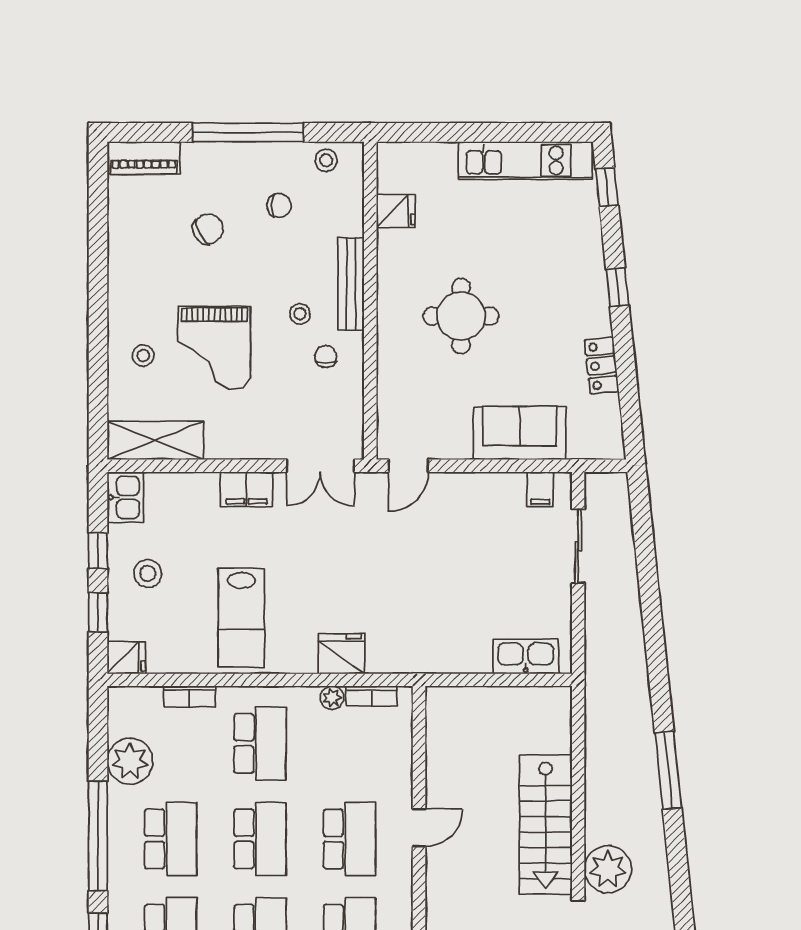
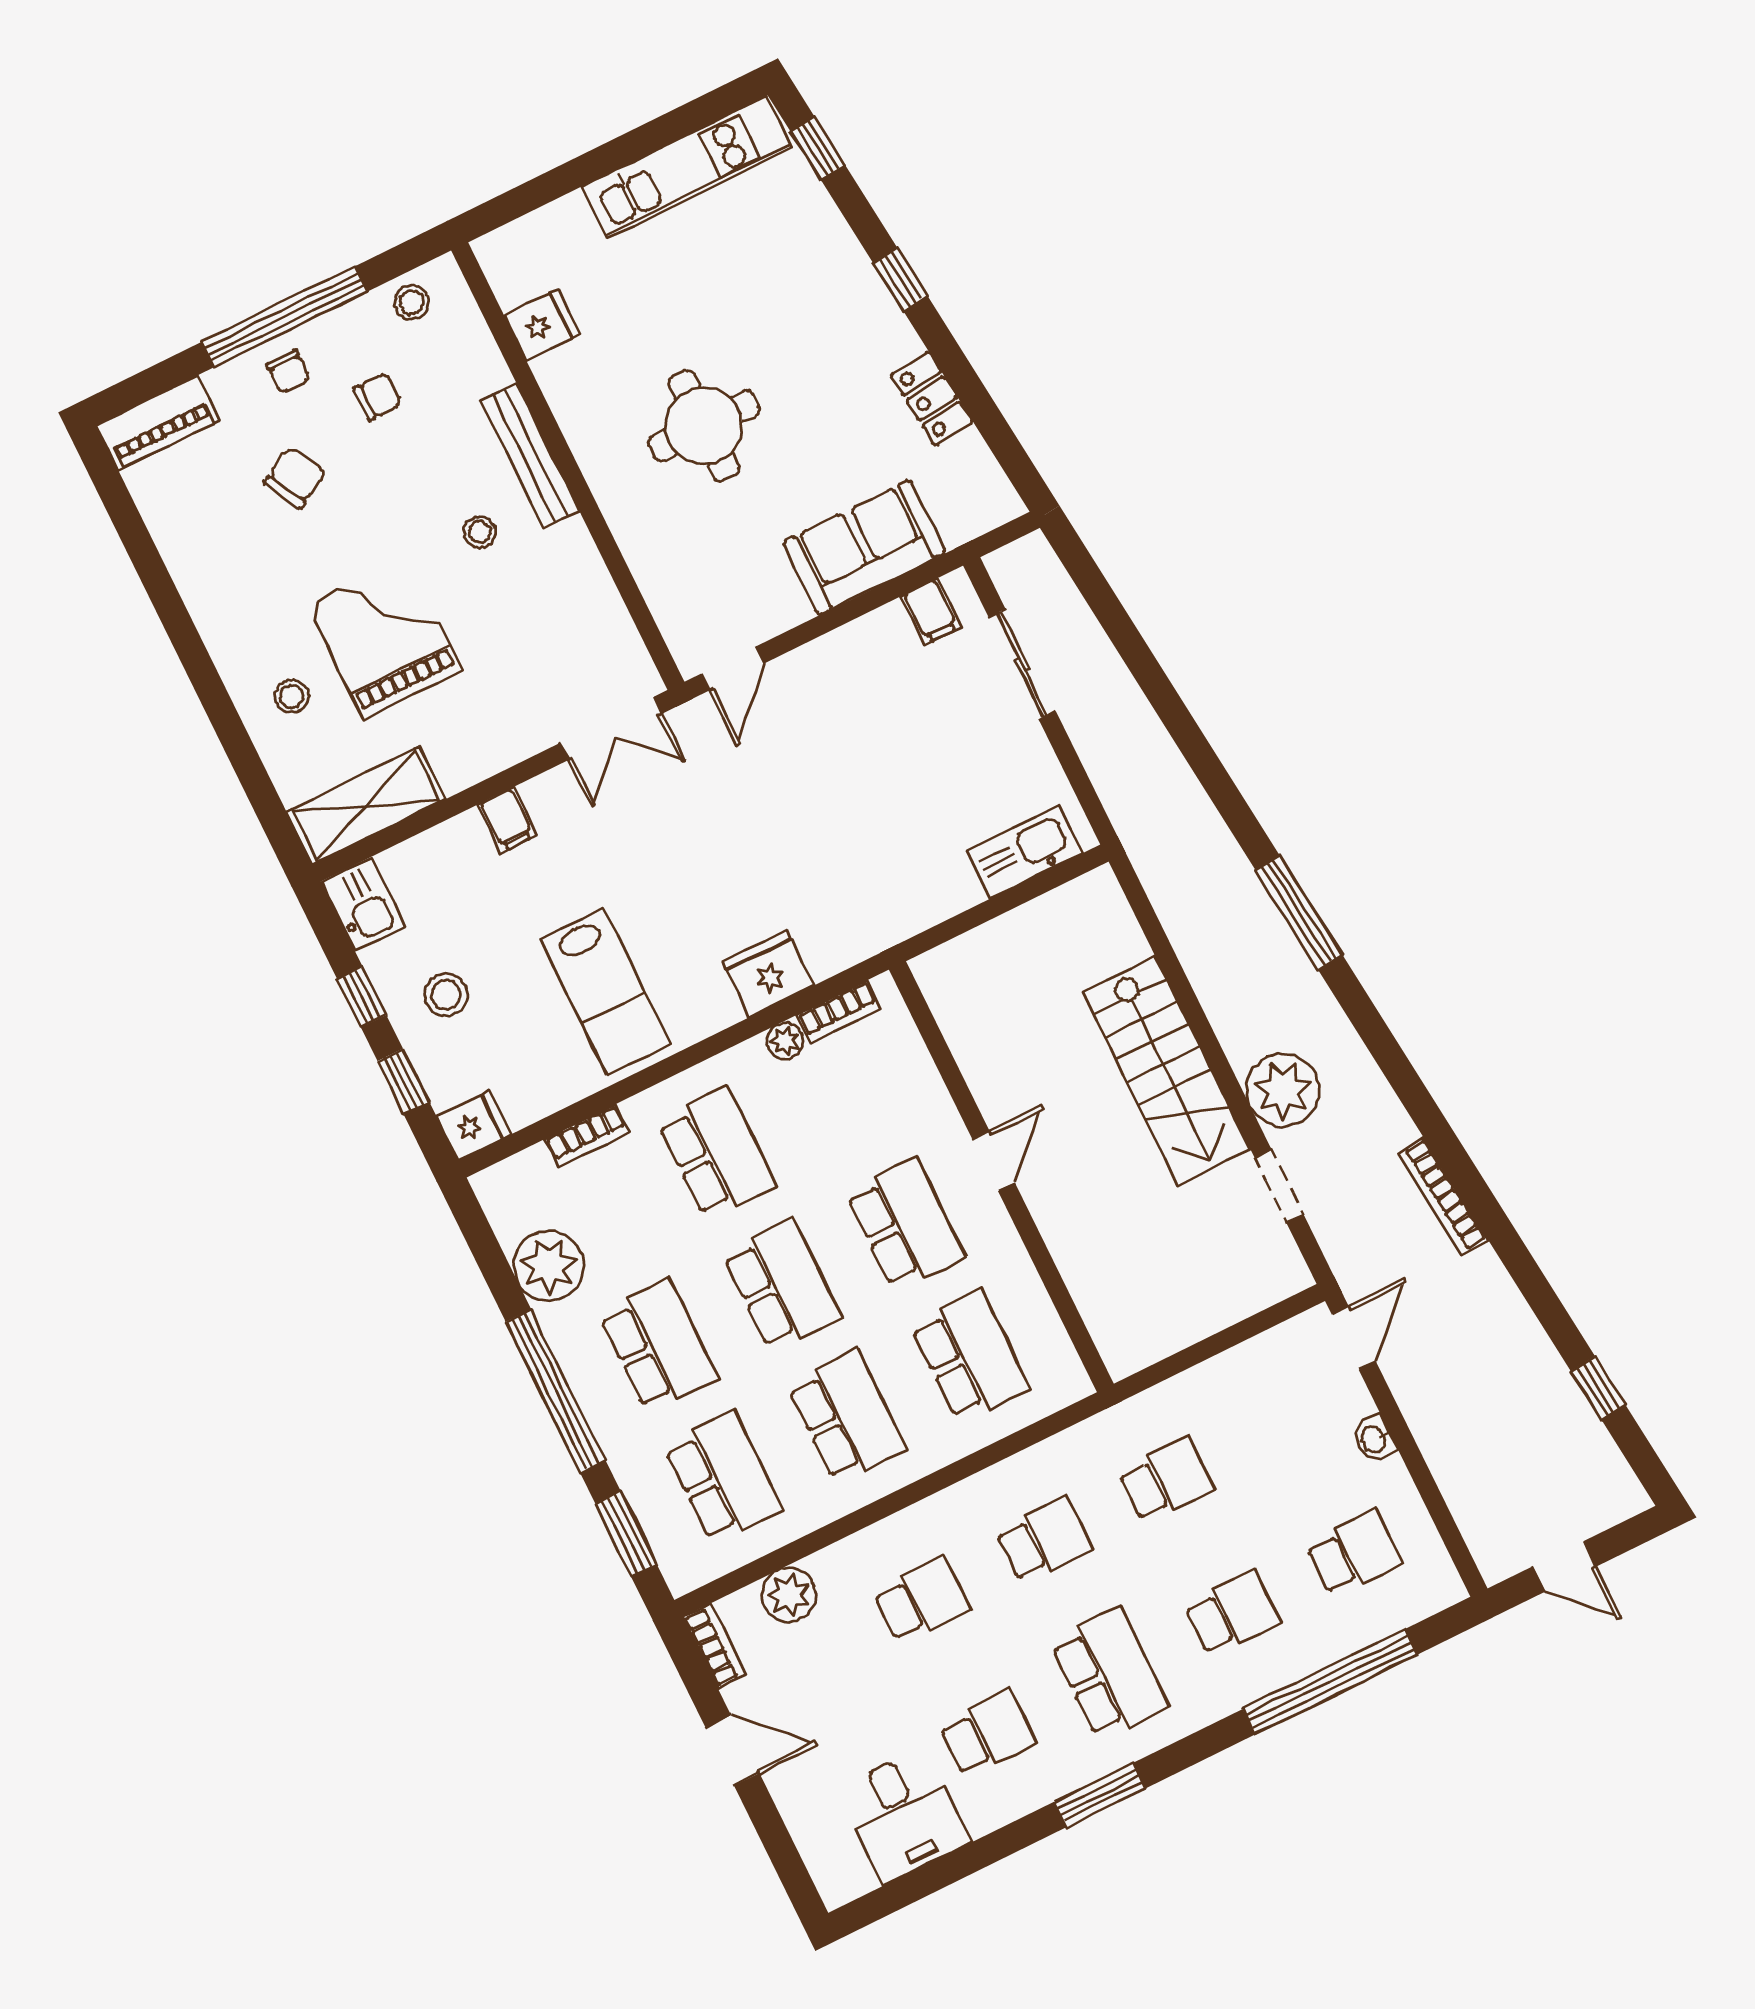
grand piano: (214, 348) -> (385, 638), turned 180
chair: (326, 357) -> (288, 372), moved, turned 180
filing cabinet: (246, 489) -> (507, 820), width x0.50

